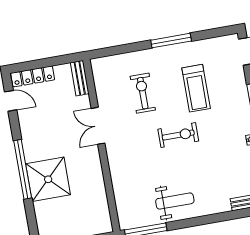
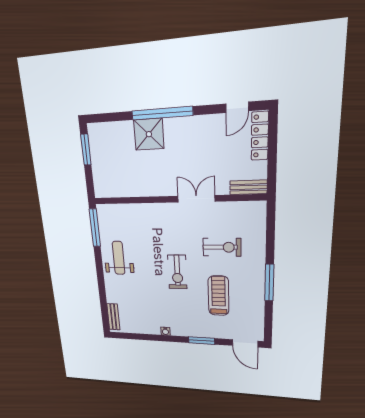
treadmill: (196, 88) -> (219, 296), turned 90
shower: (48, 179) -> (149, 134), width x0.73, depth x0.73
weight bench: (175, 201) -> (119, 258), turned 180

